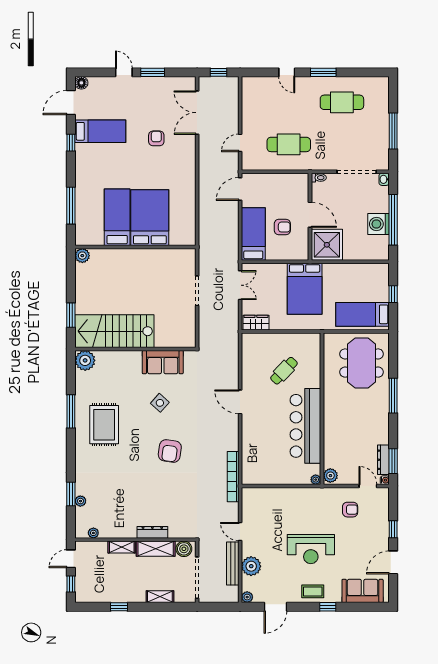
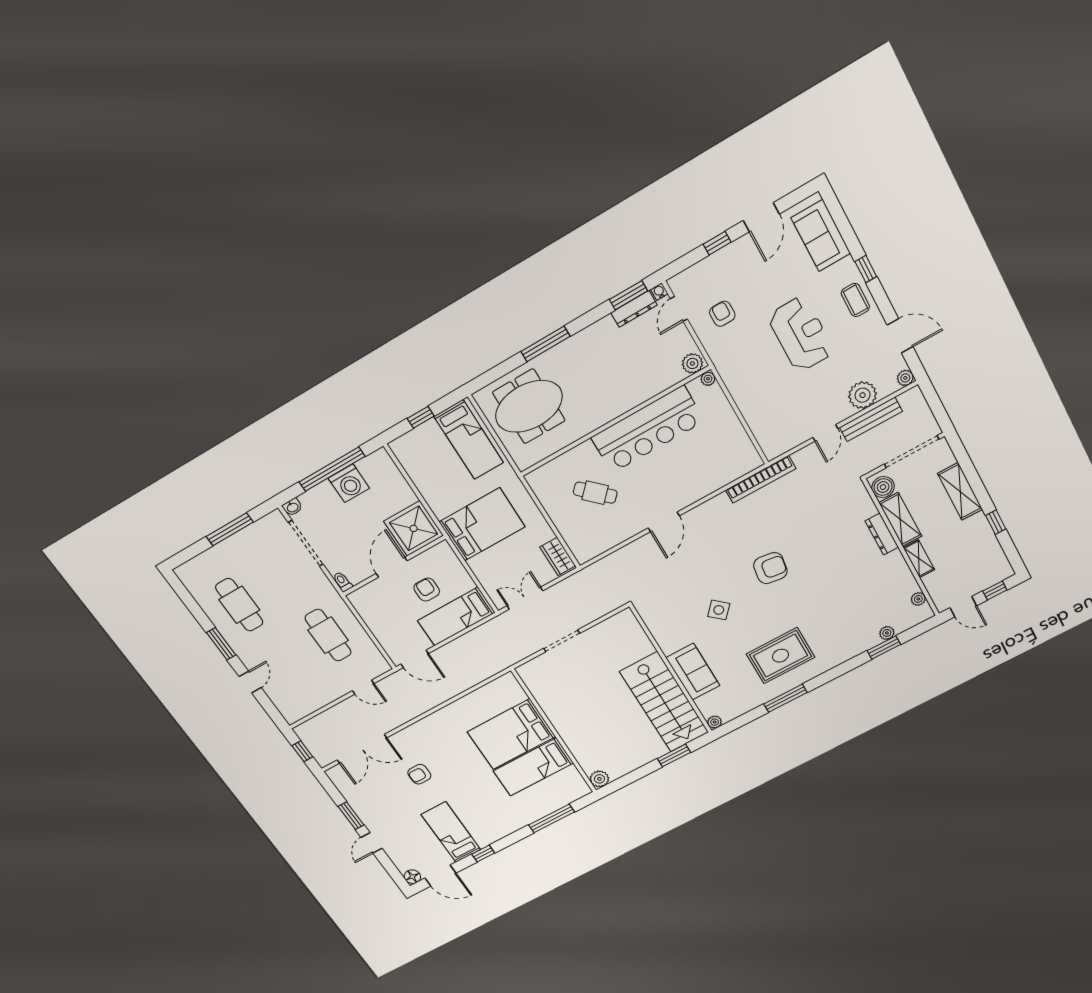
plant: (85, 360) -> (715, 722), width x0.53, depth x0.53
sofa: (163, 362) -> (693, 672), moved
door: (393, 562) -> (761, 217), hinge flipped
shelving: (160, 597) -> (960, 491), width x1.50, depth x1.33

